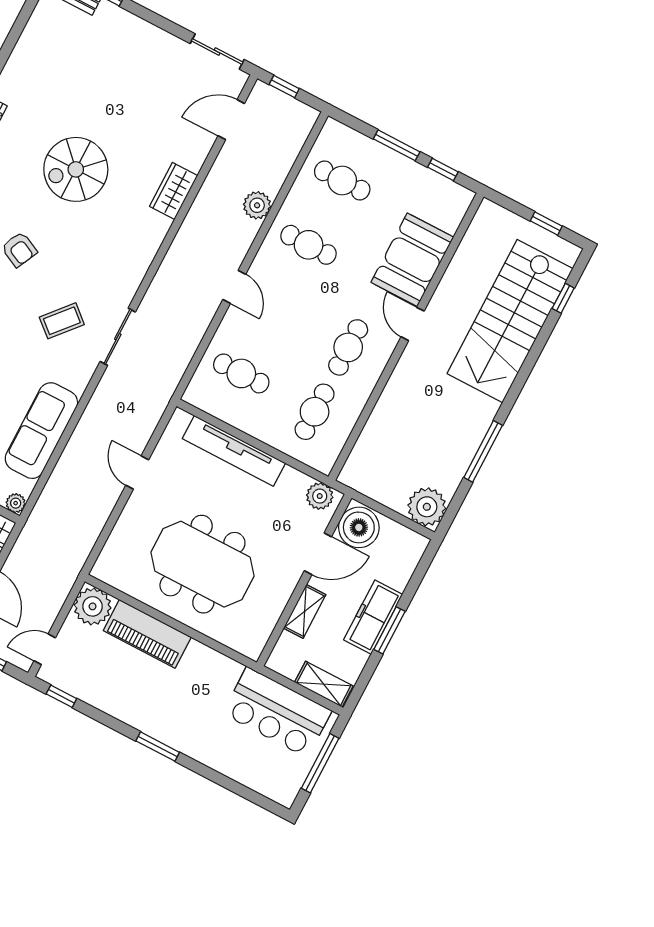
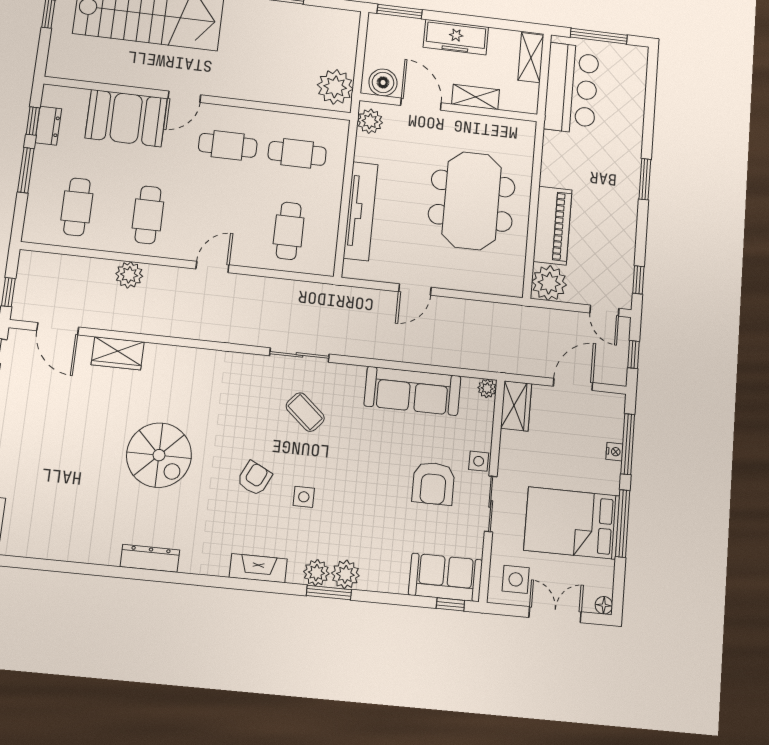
dresser: (433, 182) -> (48, 126), added
wardrobe: (174, 191) -> (118, 353), moved
plant: (427, 507) -> (335, 87), moved
boiler: (359, 527) -> (383, 82), width x0.73, depth x0.73
window: (390, 630) -> (400, 11), moved

